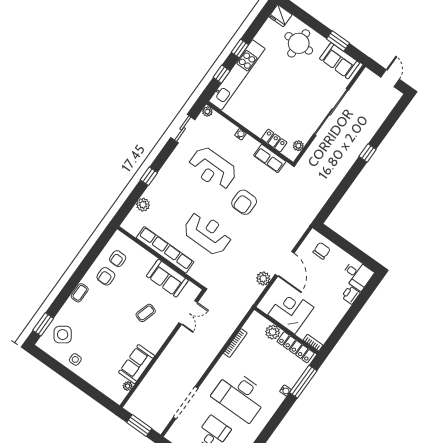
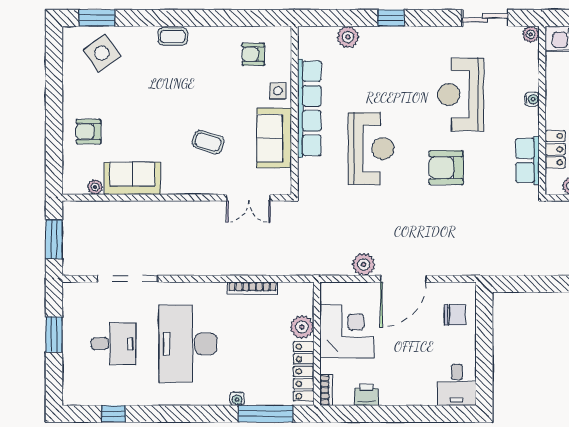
armchair: (106, 276) -> (88, 132), moved
printer: (351, 295) -> (366, 395), moved
side table: (75, 359) -> (278, 91), moved

